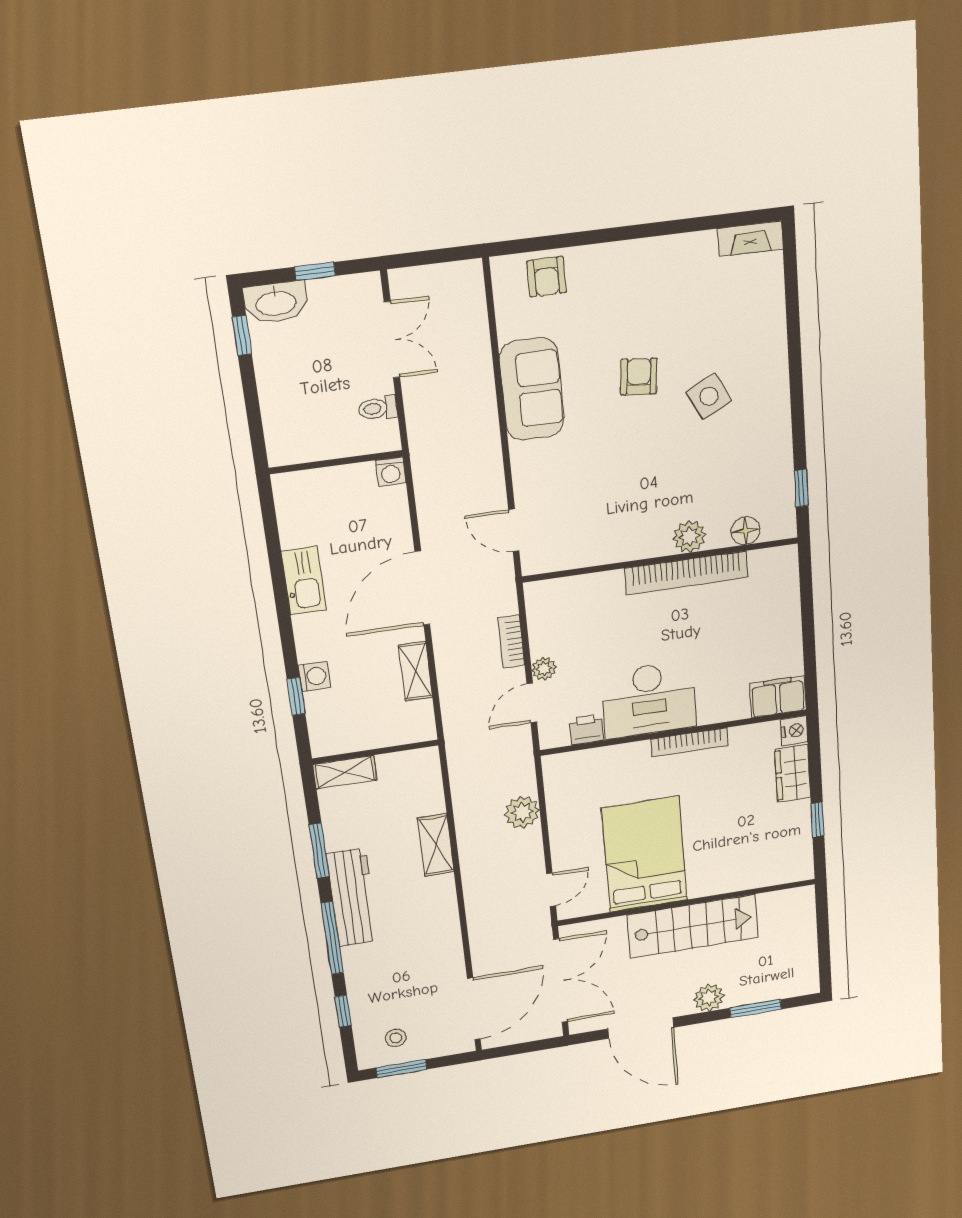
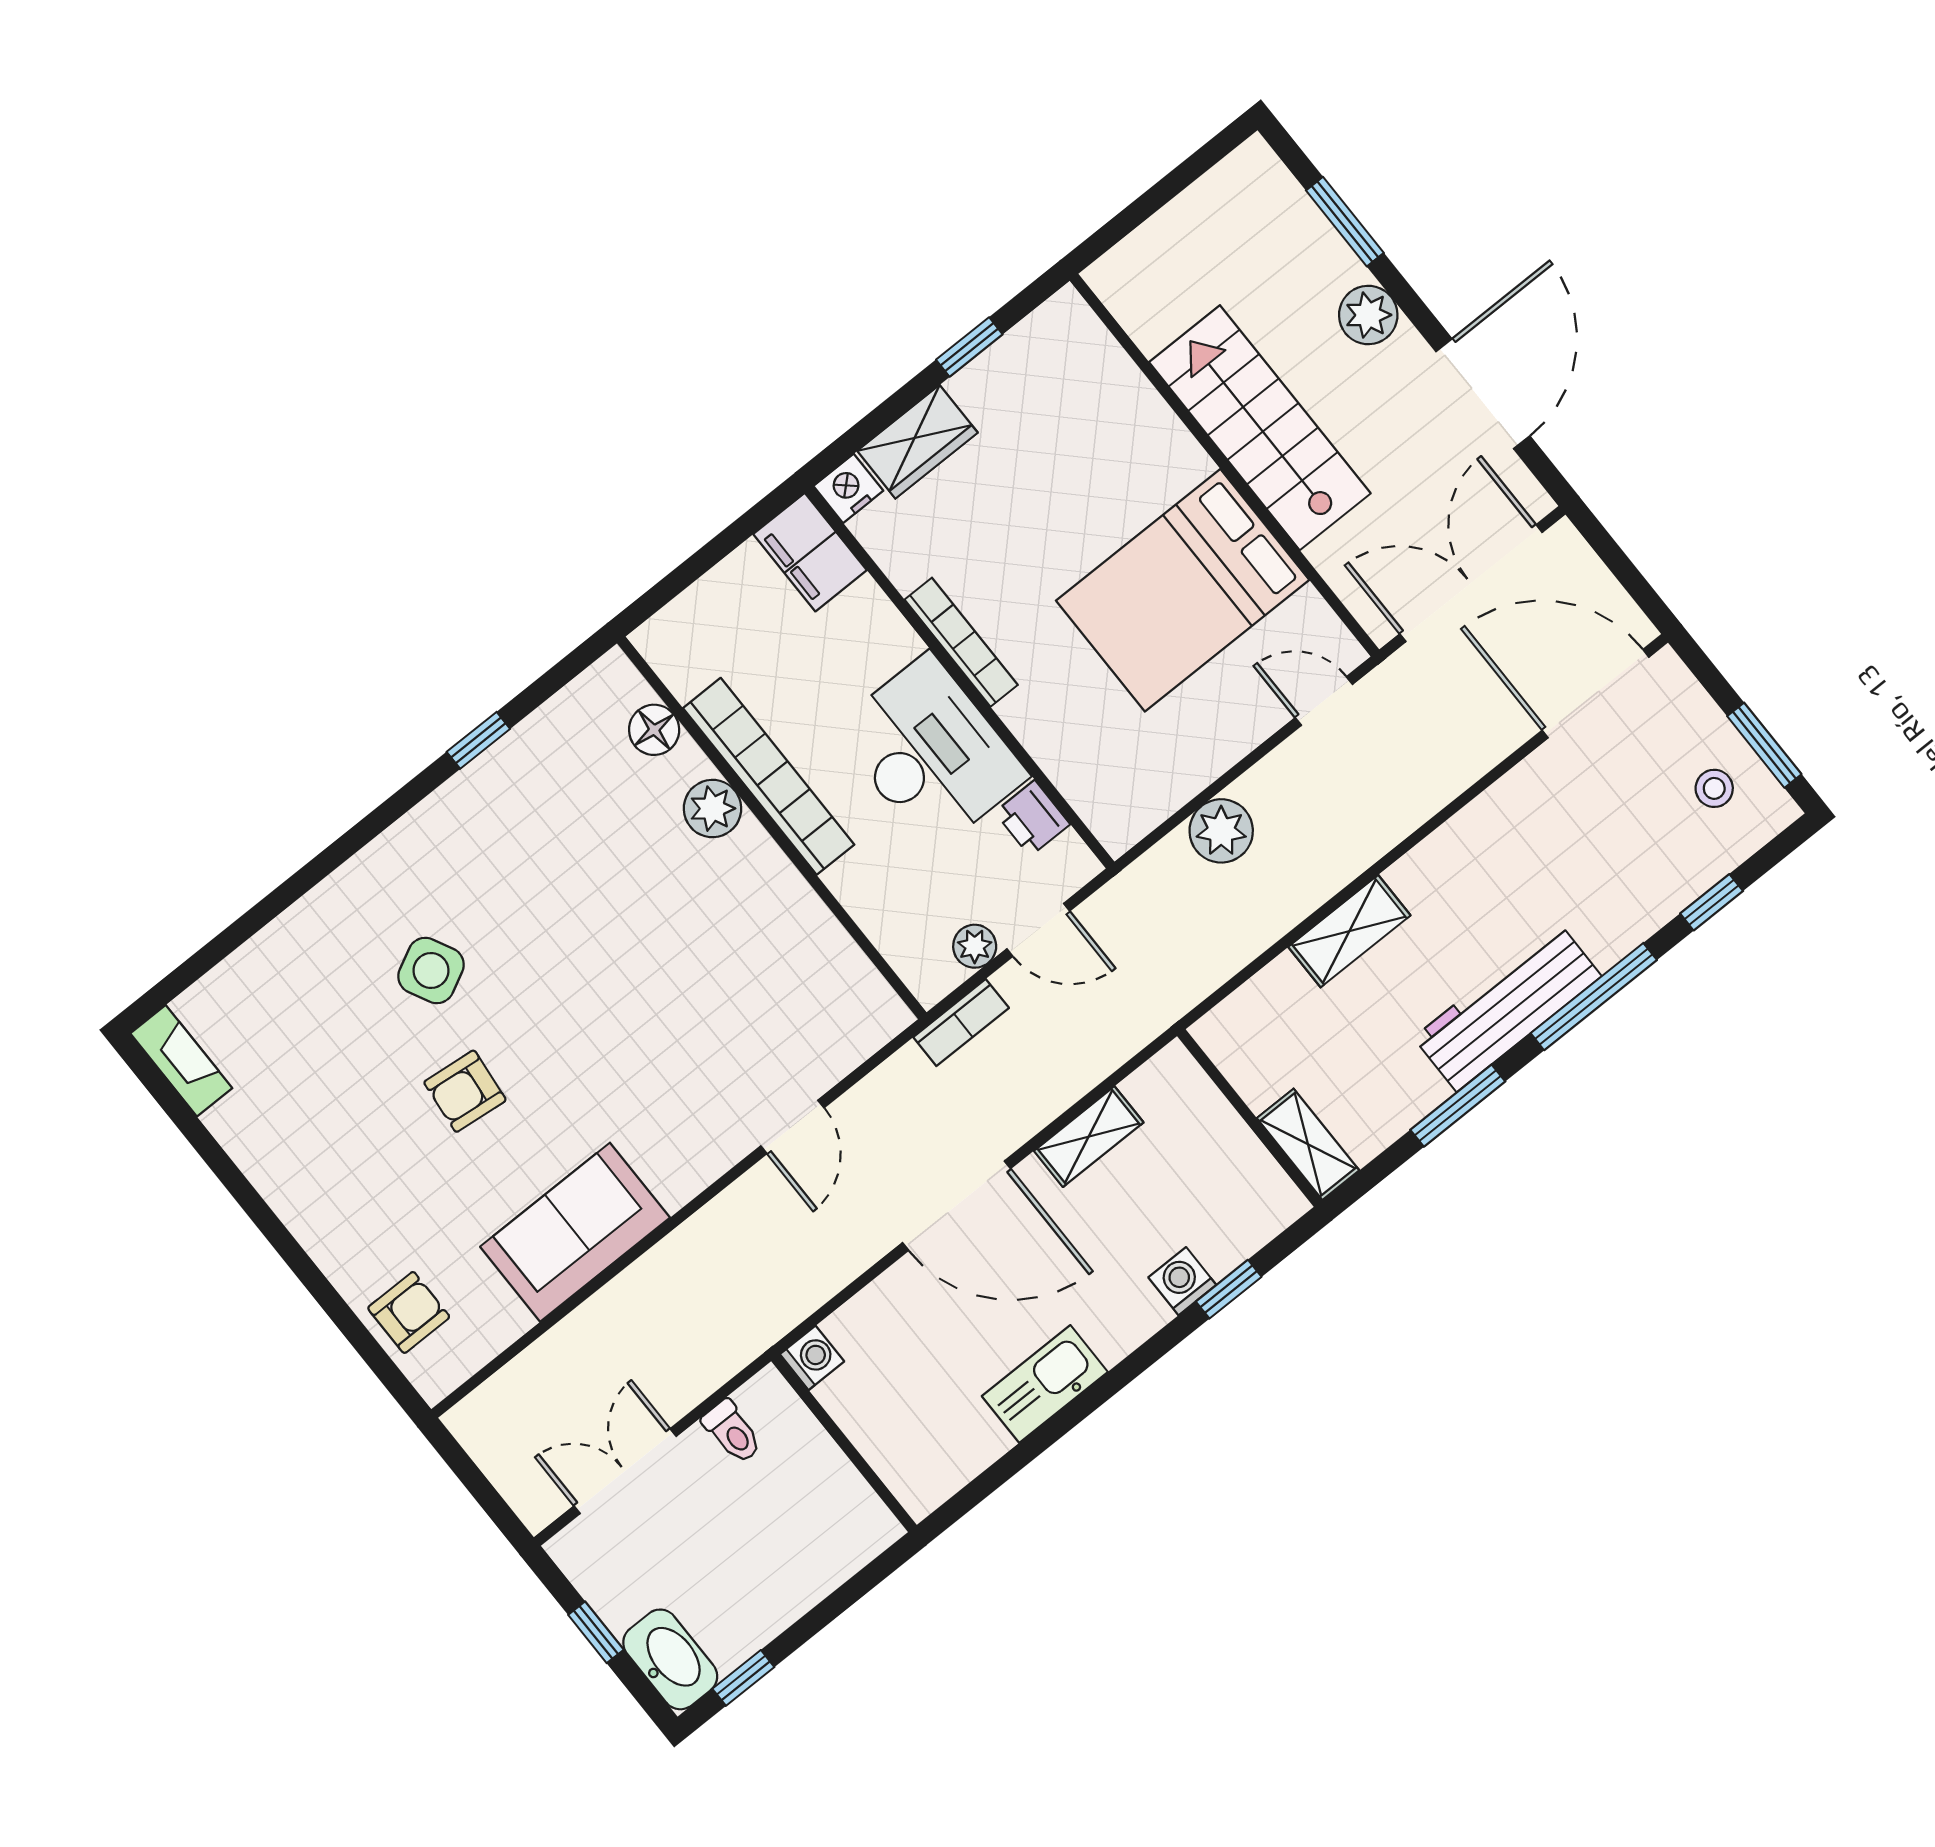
floor lamp: (745, 531) -> (654, 730), moved
plant: (689, 537) -> (712, 809), moved
wall: (661, 560) -> (772, 828), moved
bookcase: (686, 573) -> (769, 776), moved

